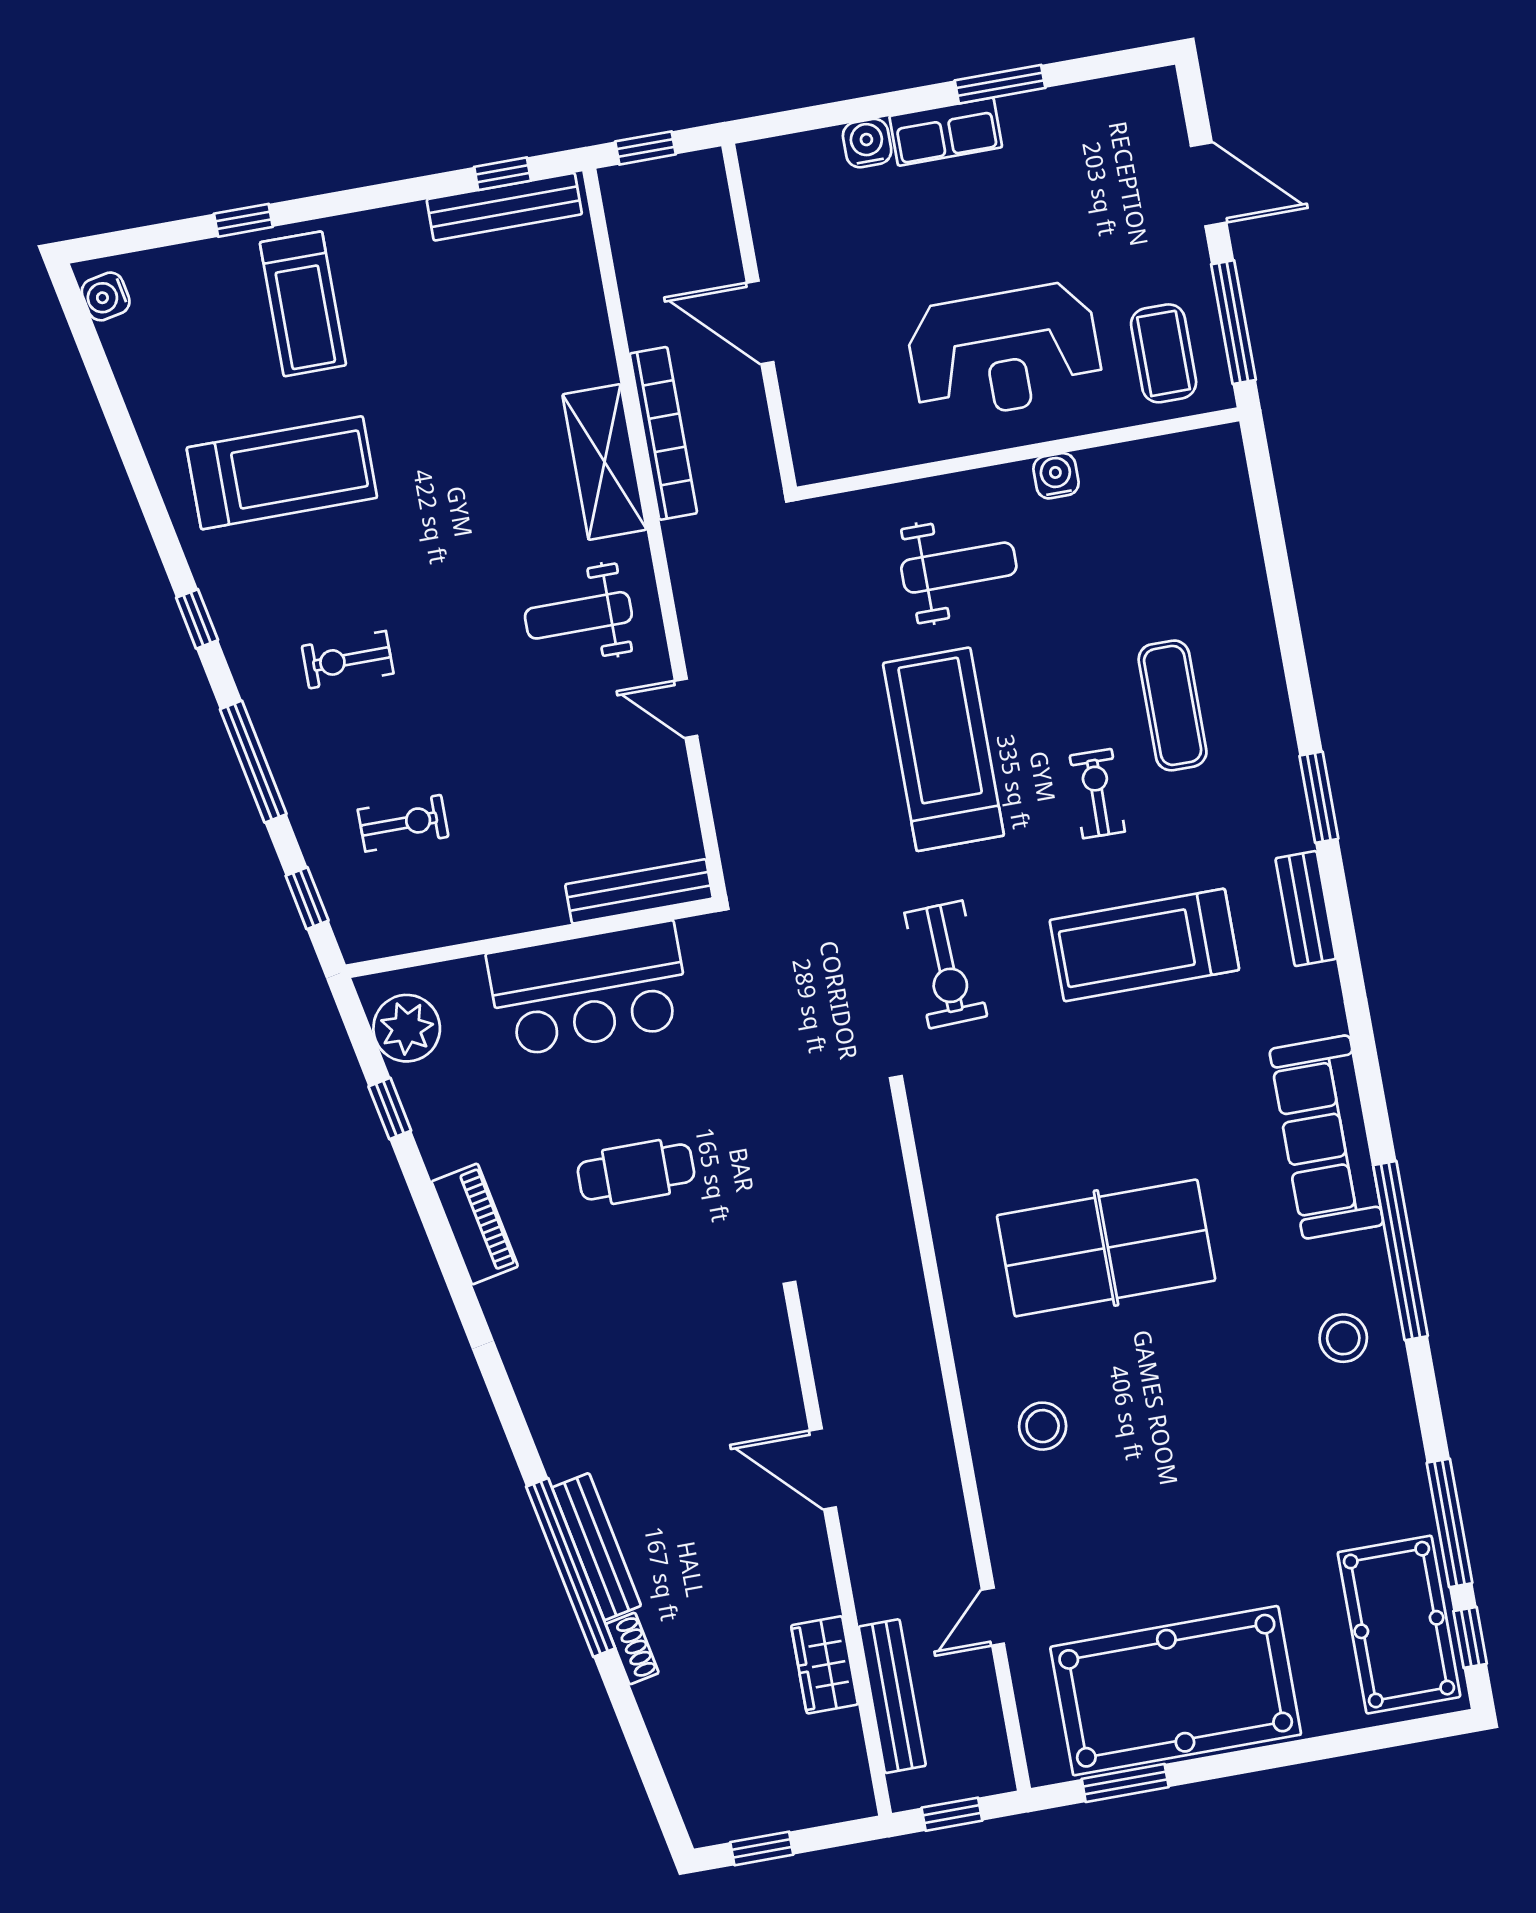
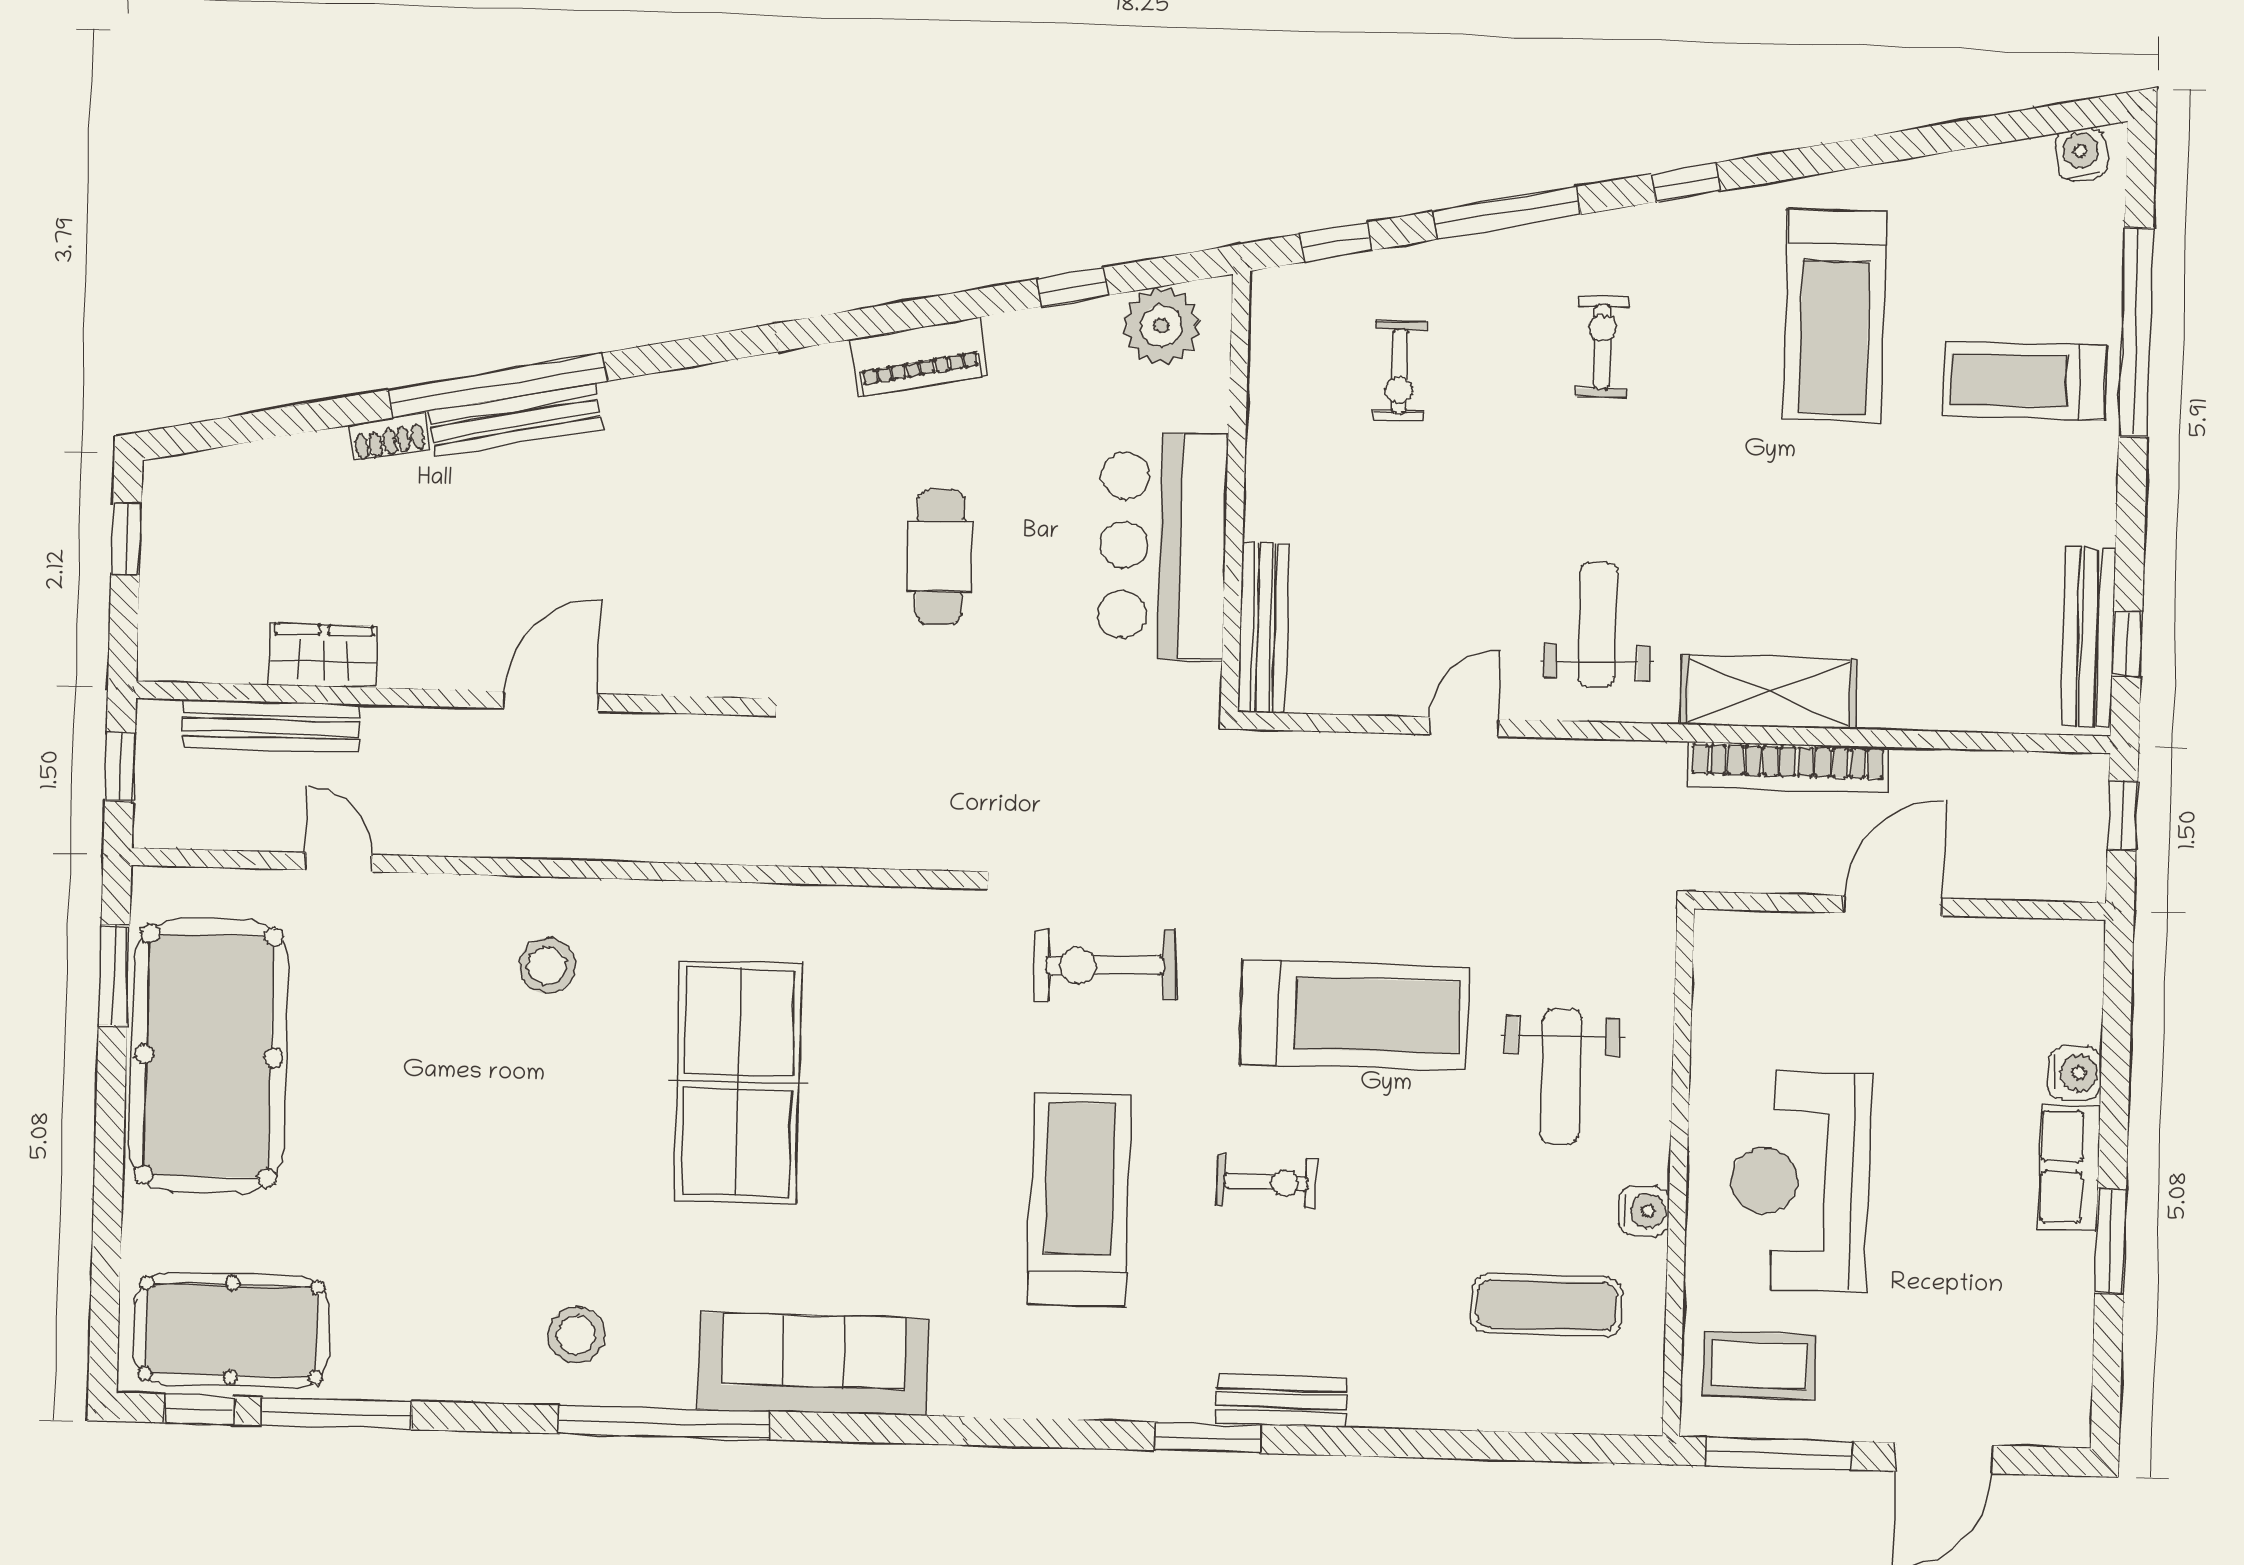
window: (243, 220) -> (2136, 332), width x3.17
exercise mat: (1173, 705) -> (1547, 1305), moved
bench: (1306, 909) -> (1281, 1401), moved

